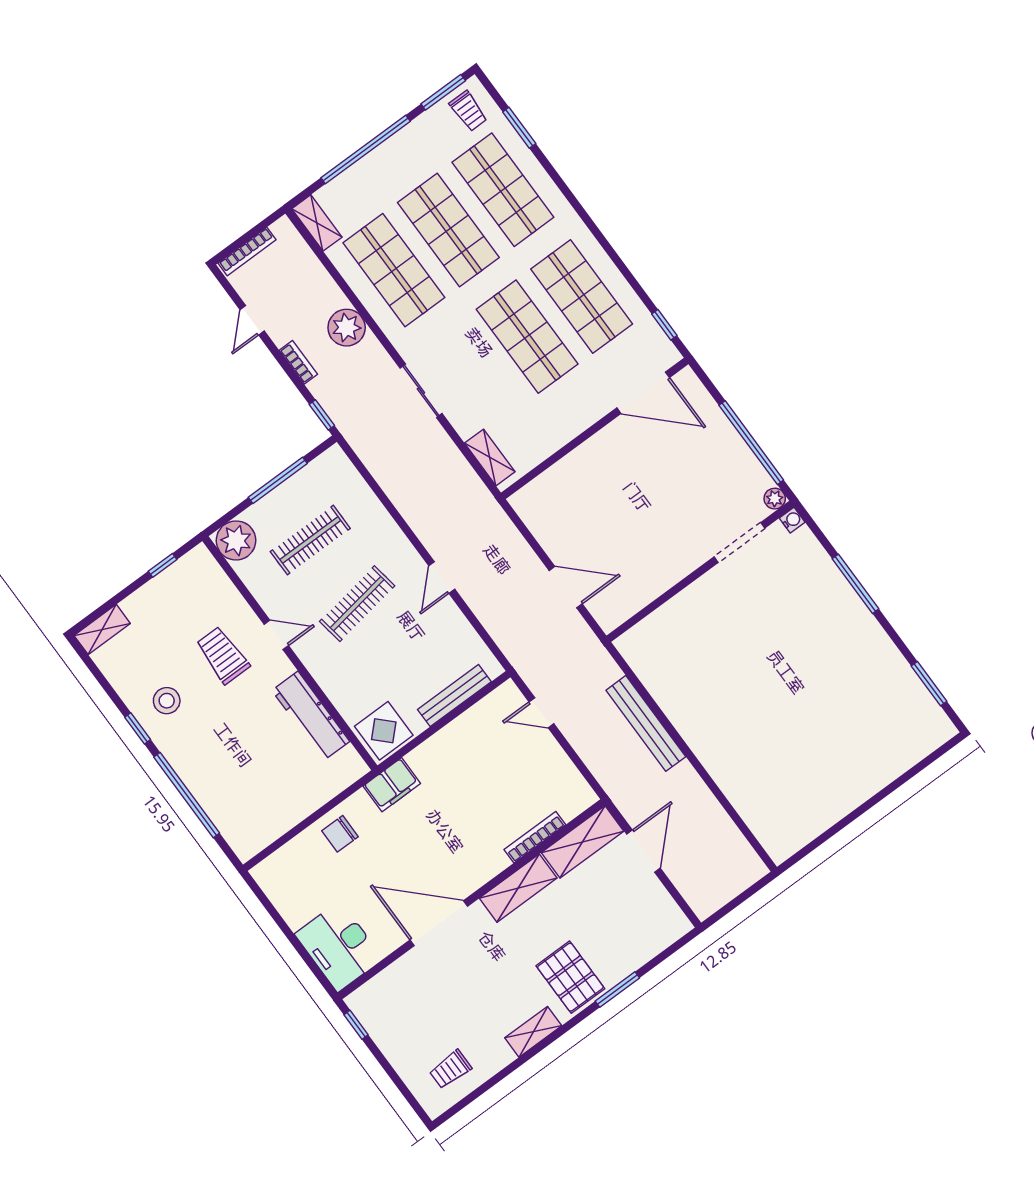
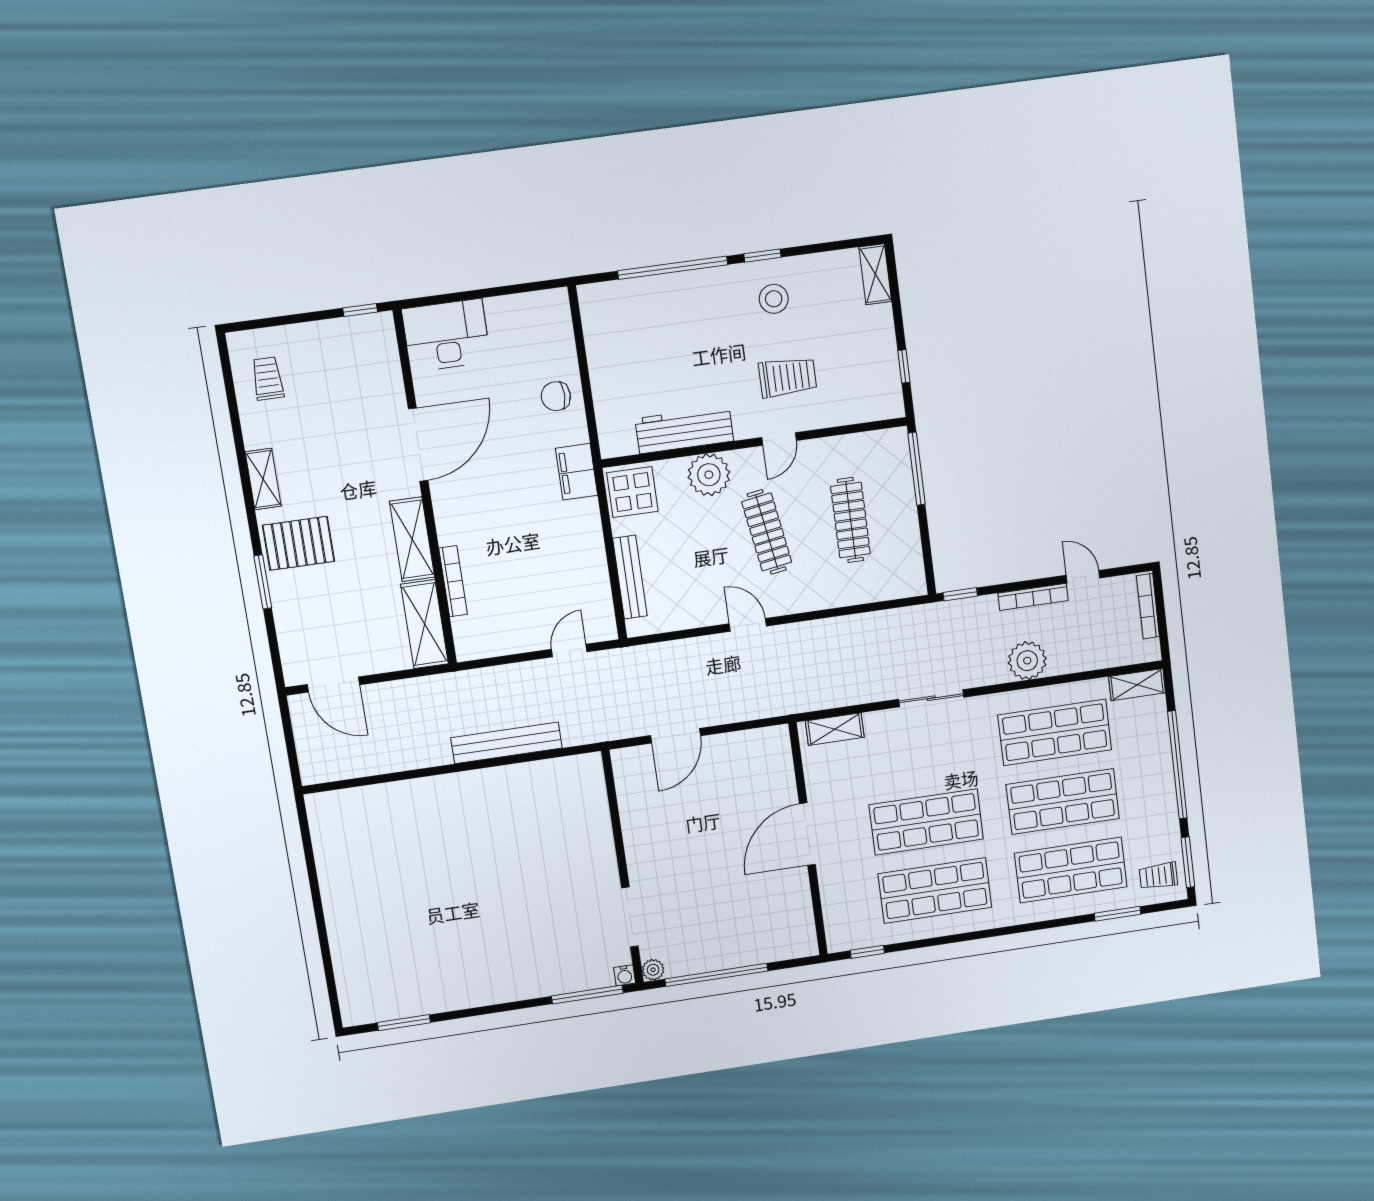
bookcase: (298, 362) -> (1033, 597), width x1.56
door: (643, 393) -> (807, 834), moved
window: (278, 480) -> (917, 469), moved
plant: (236, 540) -> (709, 475), moved
window: (855, 584) -> (587, 995), moved
chair: (340, 834) -> (556, 396), turned -90
door: (644, 851) -> (333, 685), moved

